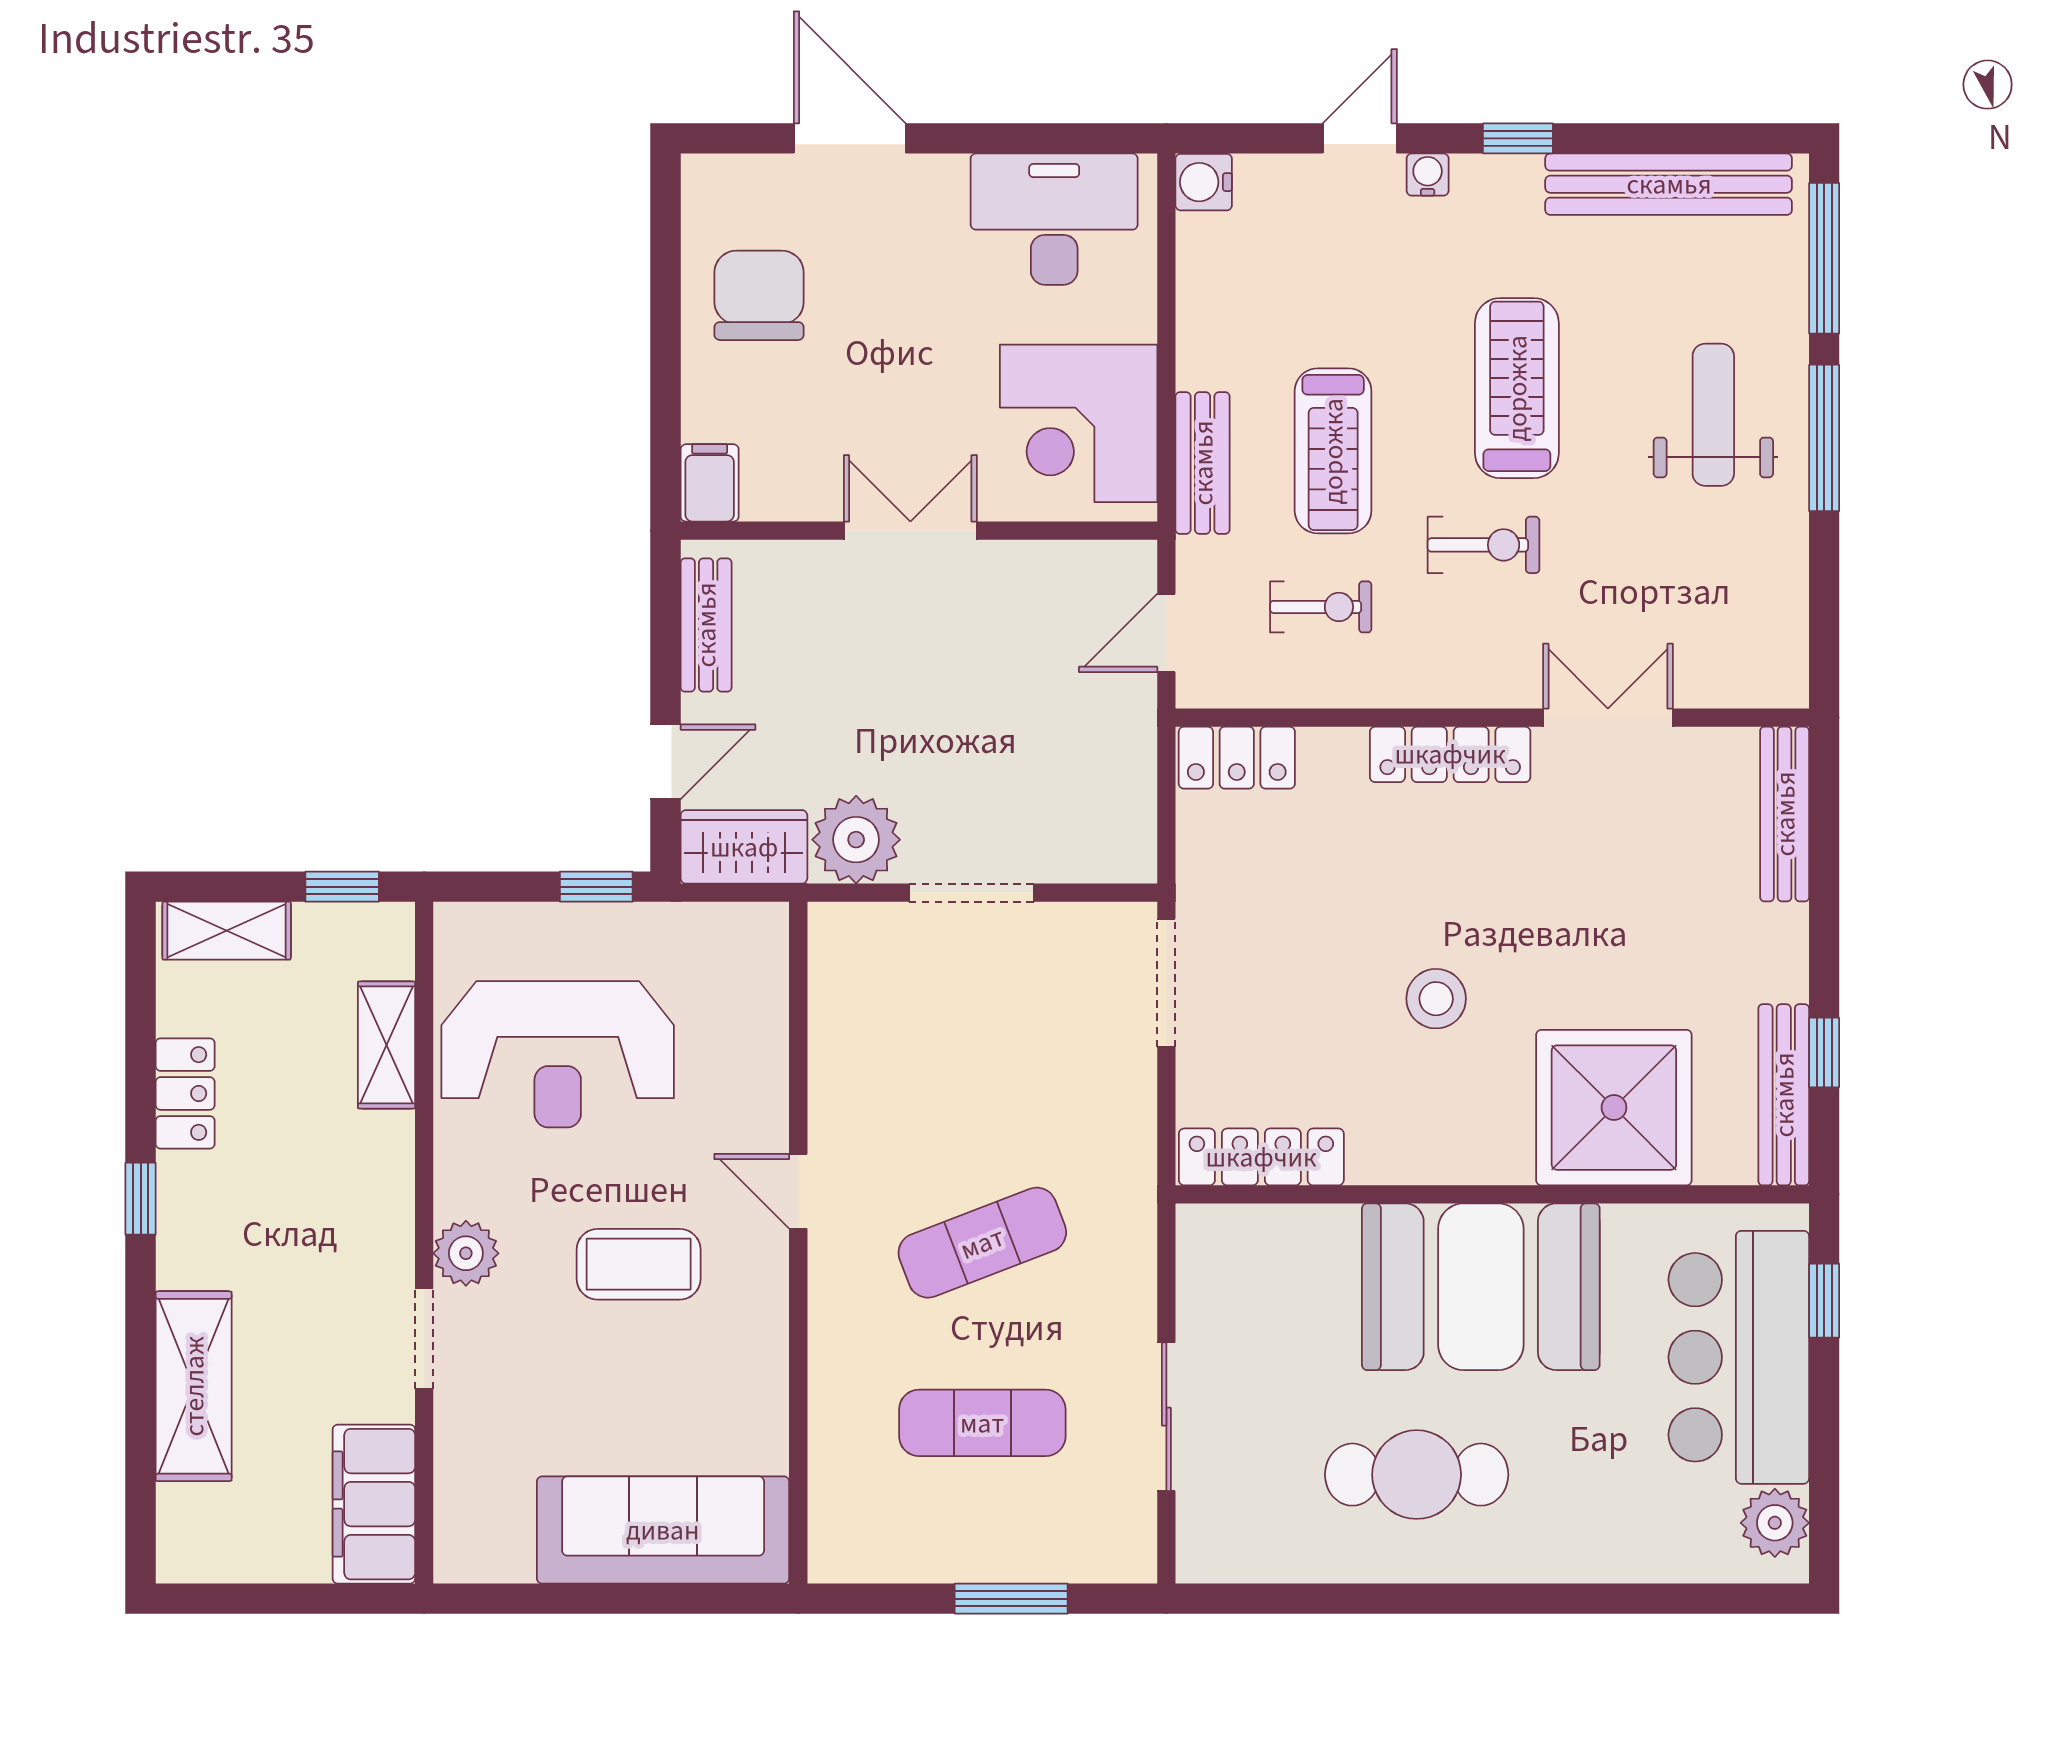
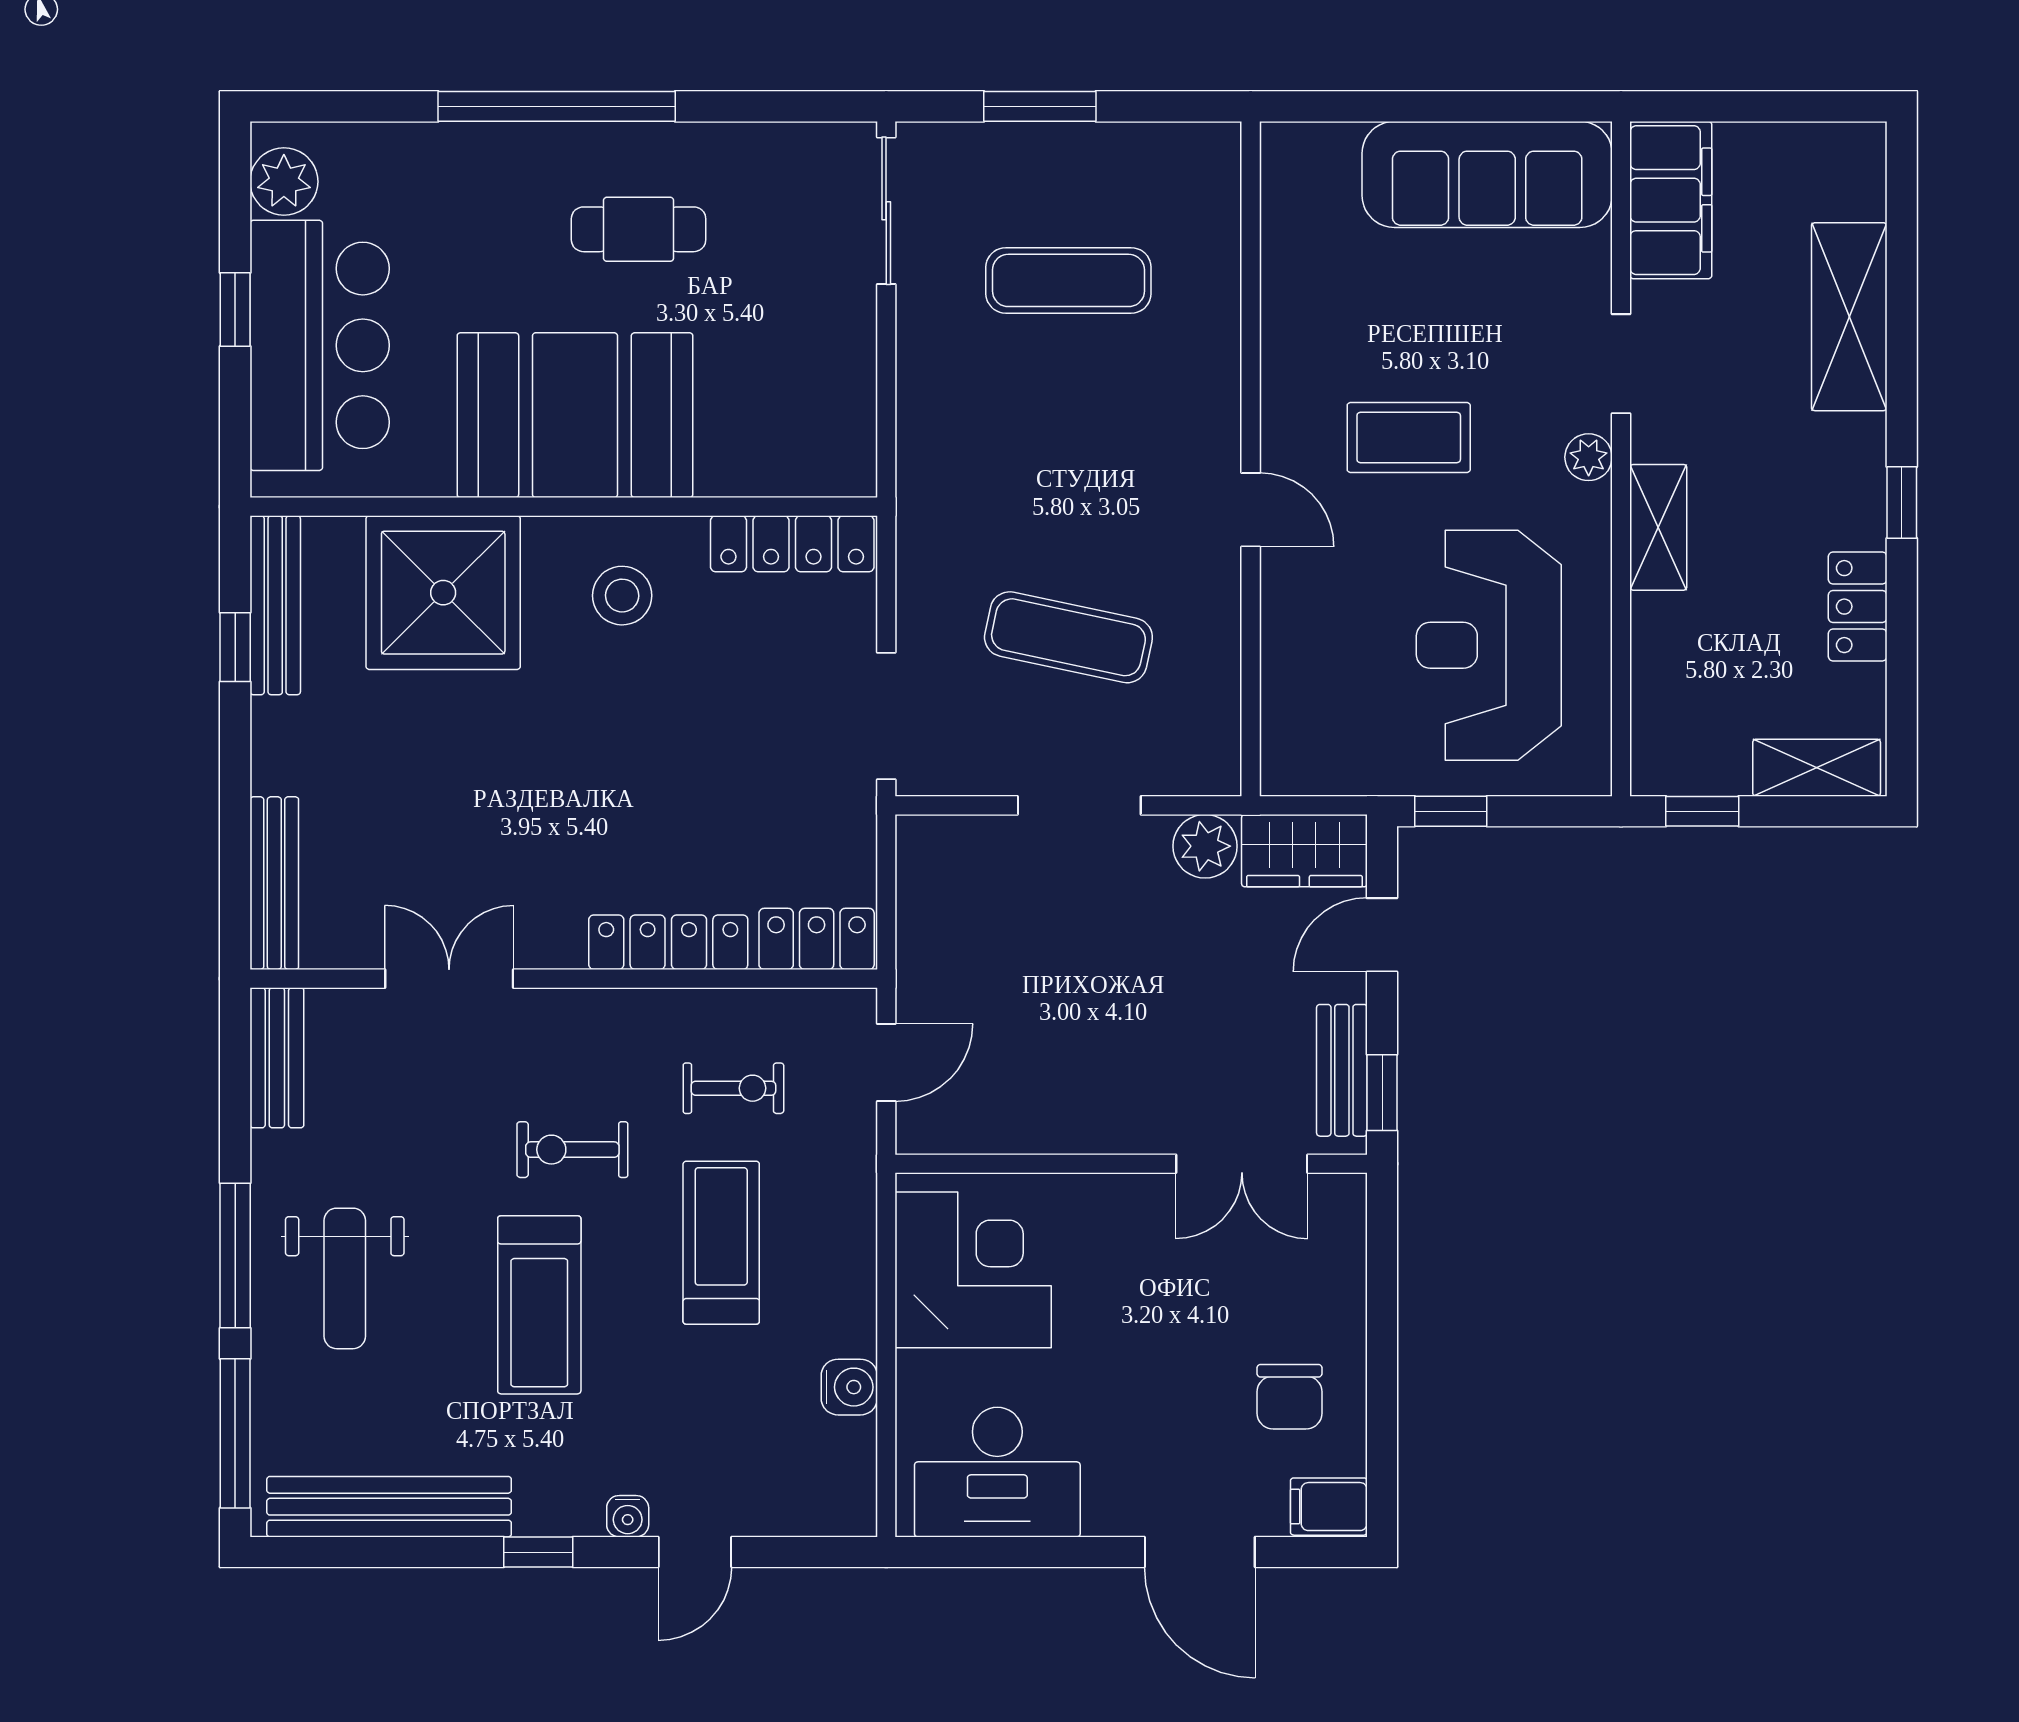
water cooler: (1204, 182) -> (849, 1387), moved
chair: (759, 295) -> (1289, 1397), width x0.73, depth x0.73
bench: (1203, 463) -> (277, 1058), moved
filing cabinet: (710, 483) -> (1329, 1507), moved, turned 90
double door: (910, 531) -> (1242, 1164), moved
window: (666, 602) -> (1382, 1093), added
exercise bike: (1321, 607) -> (733, 1088), turned 180
double door: (1608, 718) -> (449, 979), swing flipped
locker: (1450, 754) -> (668, 942), moved
plant: (856, 840) -> (1205, 846), width x0.73, depth x0.73
stool: (1436, 999) -> (622, 596), moved
shelving: (387, 1045) -> (1658, 527), moved
reception desk: (558, 1054) -> (1489, 645), turned -90
exercise mat: (982, 1243) -> (1068, 637), moved, turned 33
plant: (466, 1253) -> (1589, 457), width x0.73, depth x0.73
window: (1824, 1301) -> (235, 310), moved
sliding door: (1166, 1417) -> (886, 211), moved
cafe table: (1417, 1475) -> (639, 229), width x0.73, depth x0.74
sofa: (663, 1530) -> (1487, 174), moved
window: (1499, 1599) -> (557, 106), added

